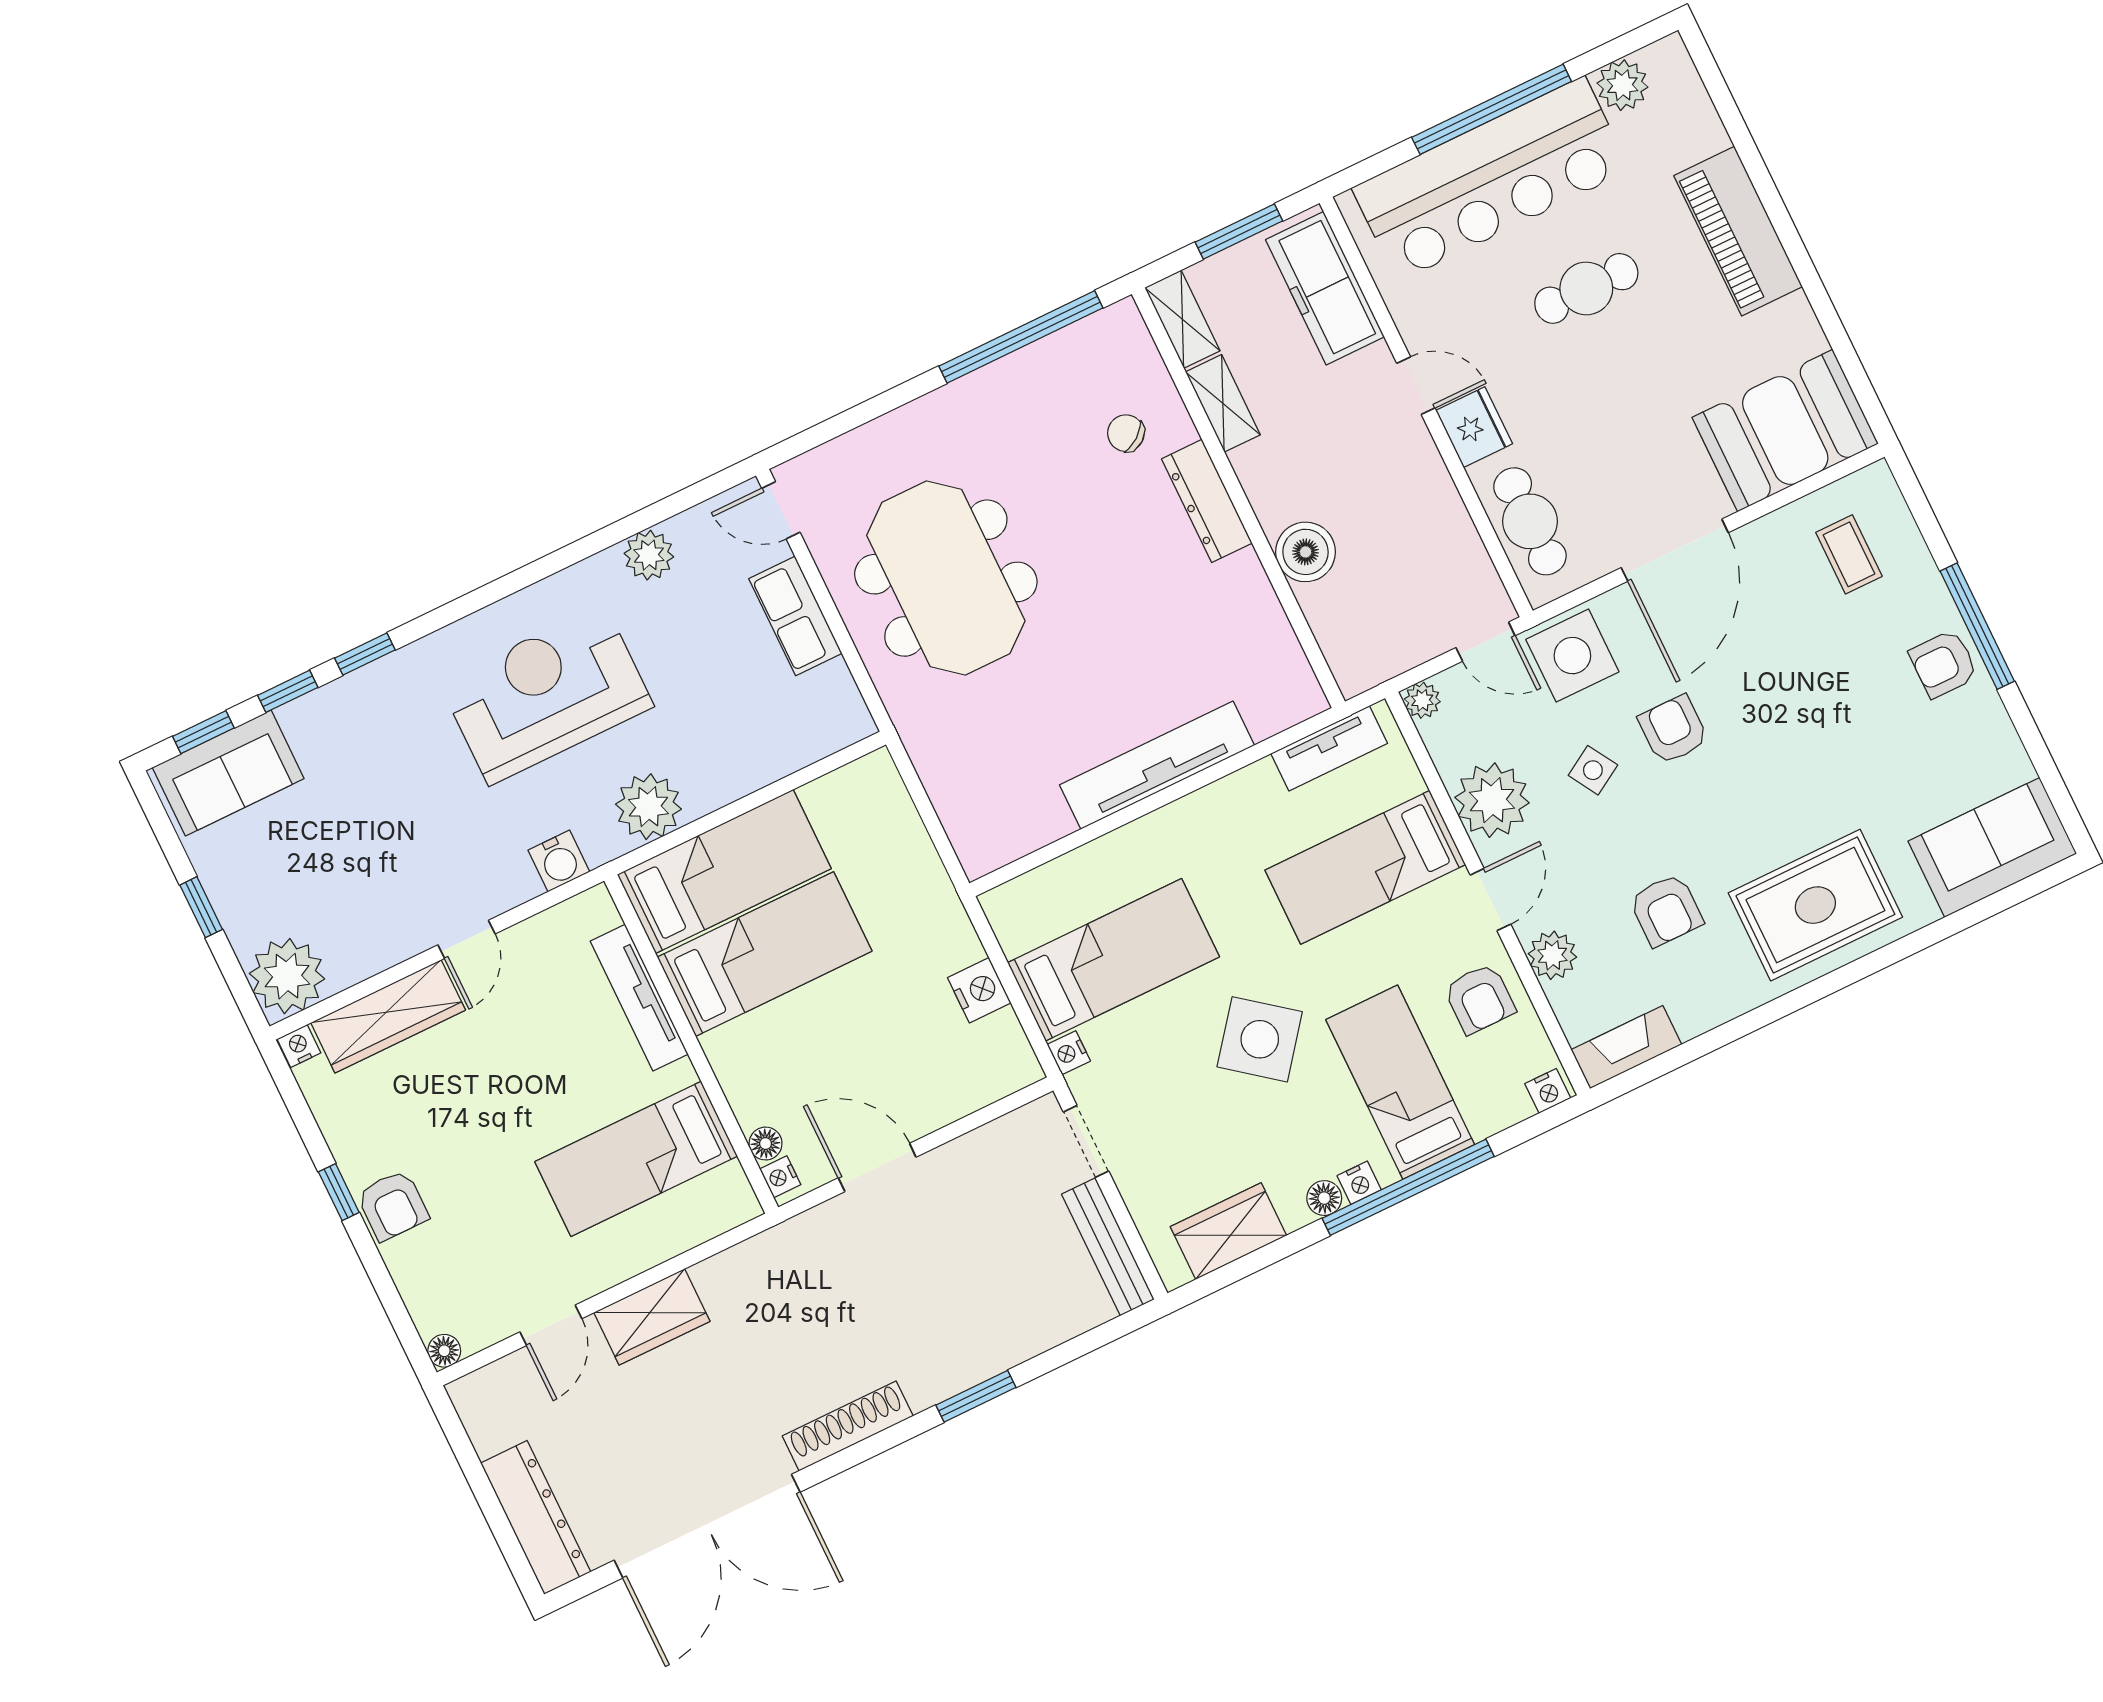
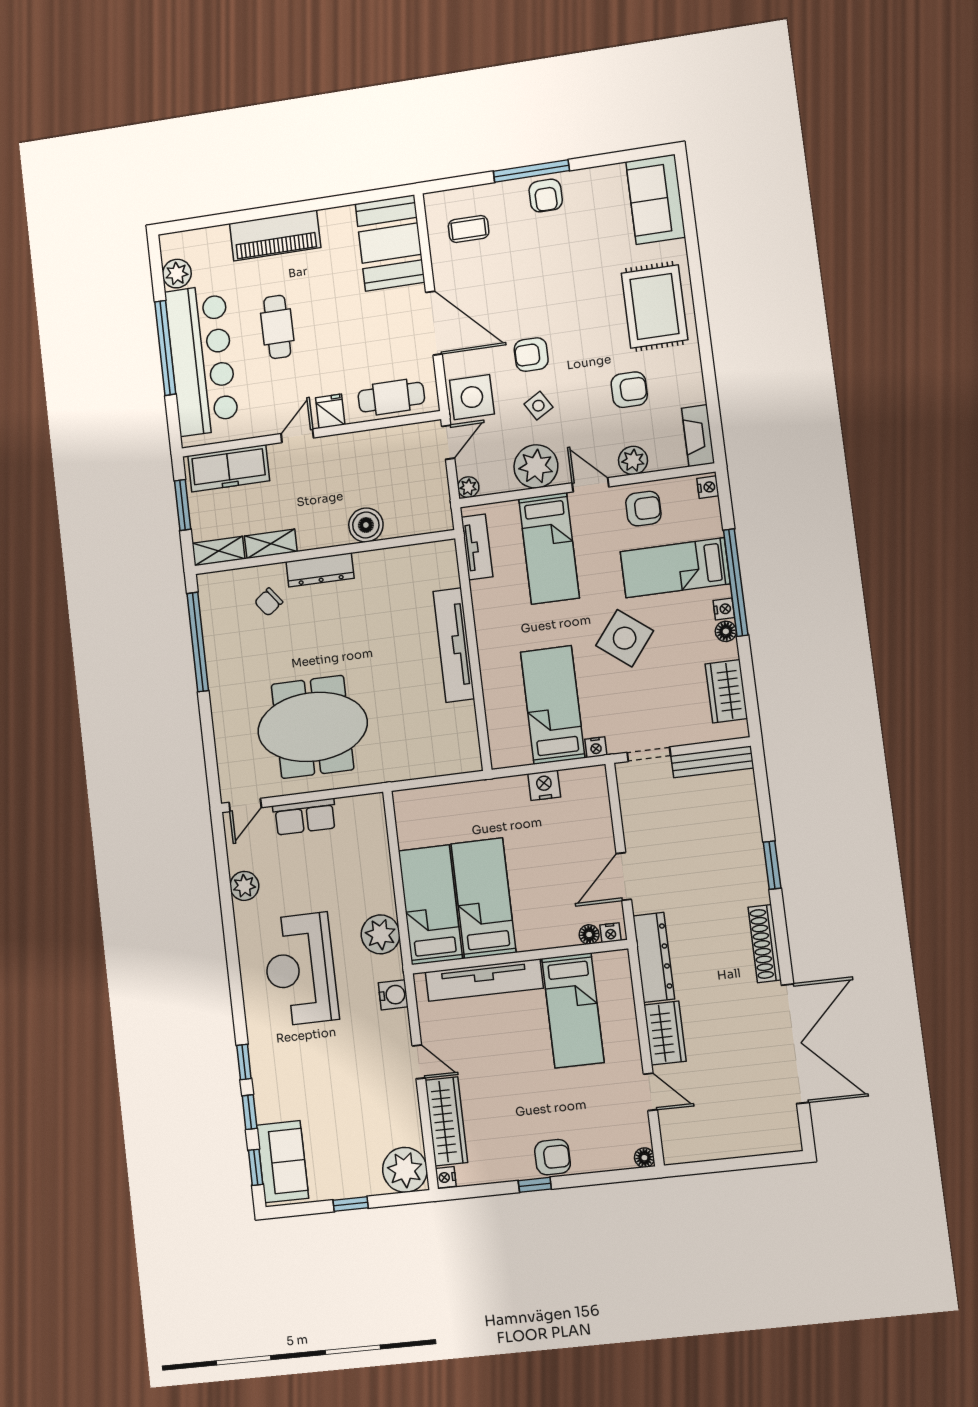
fridge: (1474, 427) -> (330, 411), width x0.72
tv unit: (639, 998) -> (484, 980), width x1.36, depth x1.29
dresser: (536, 1517) -> (654, 957), moved, turned 90

